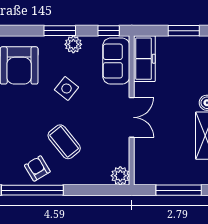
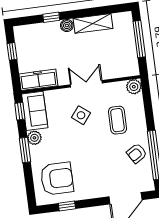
window: (184, 31) -> (12, 51), width x0.67
sofa: (116, 61) -> (35, 111), moved, turned -90
side table: (66, 88) -> (81, 115), moved
coffee table: (64, 142) -> (117, 120), moved, turned -51

